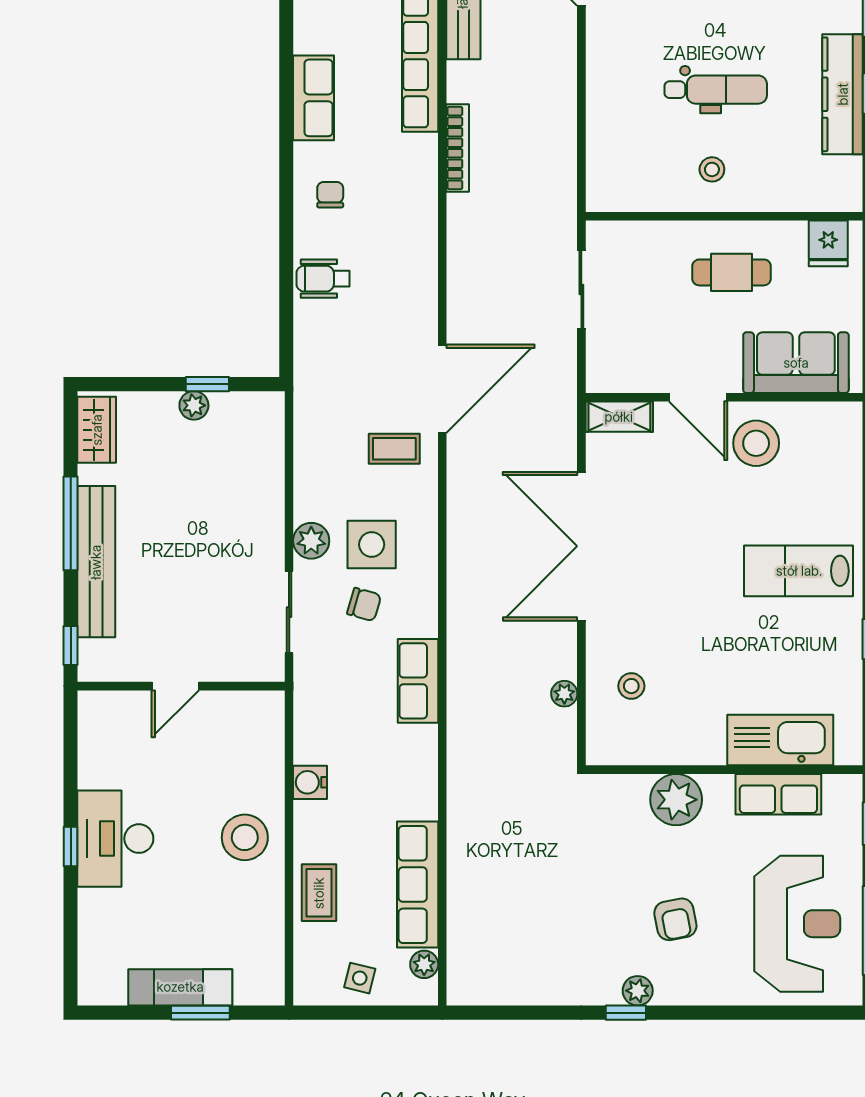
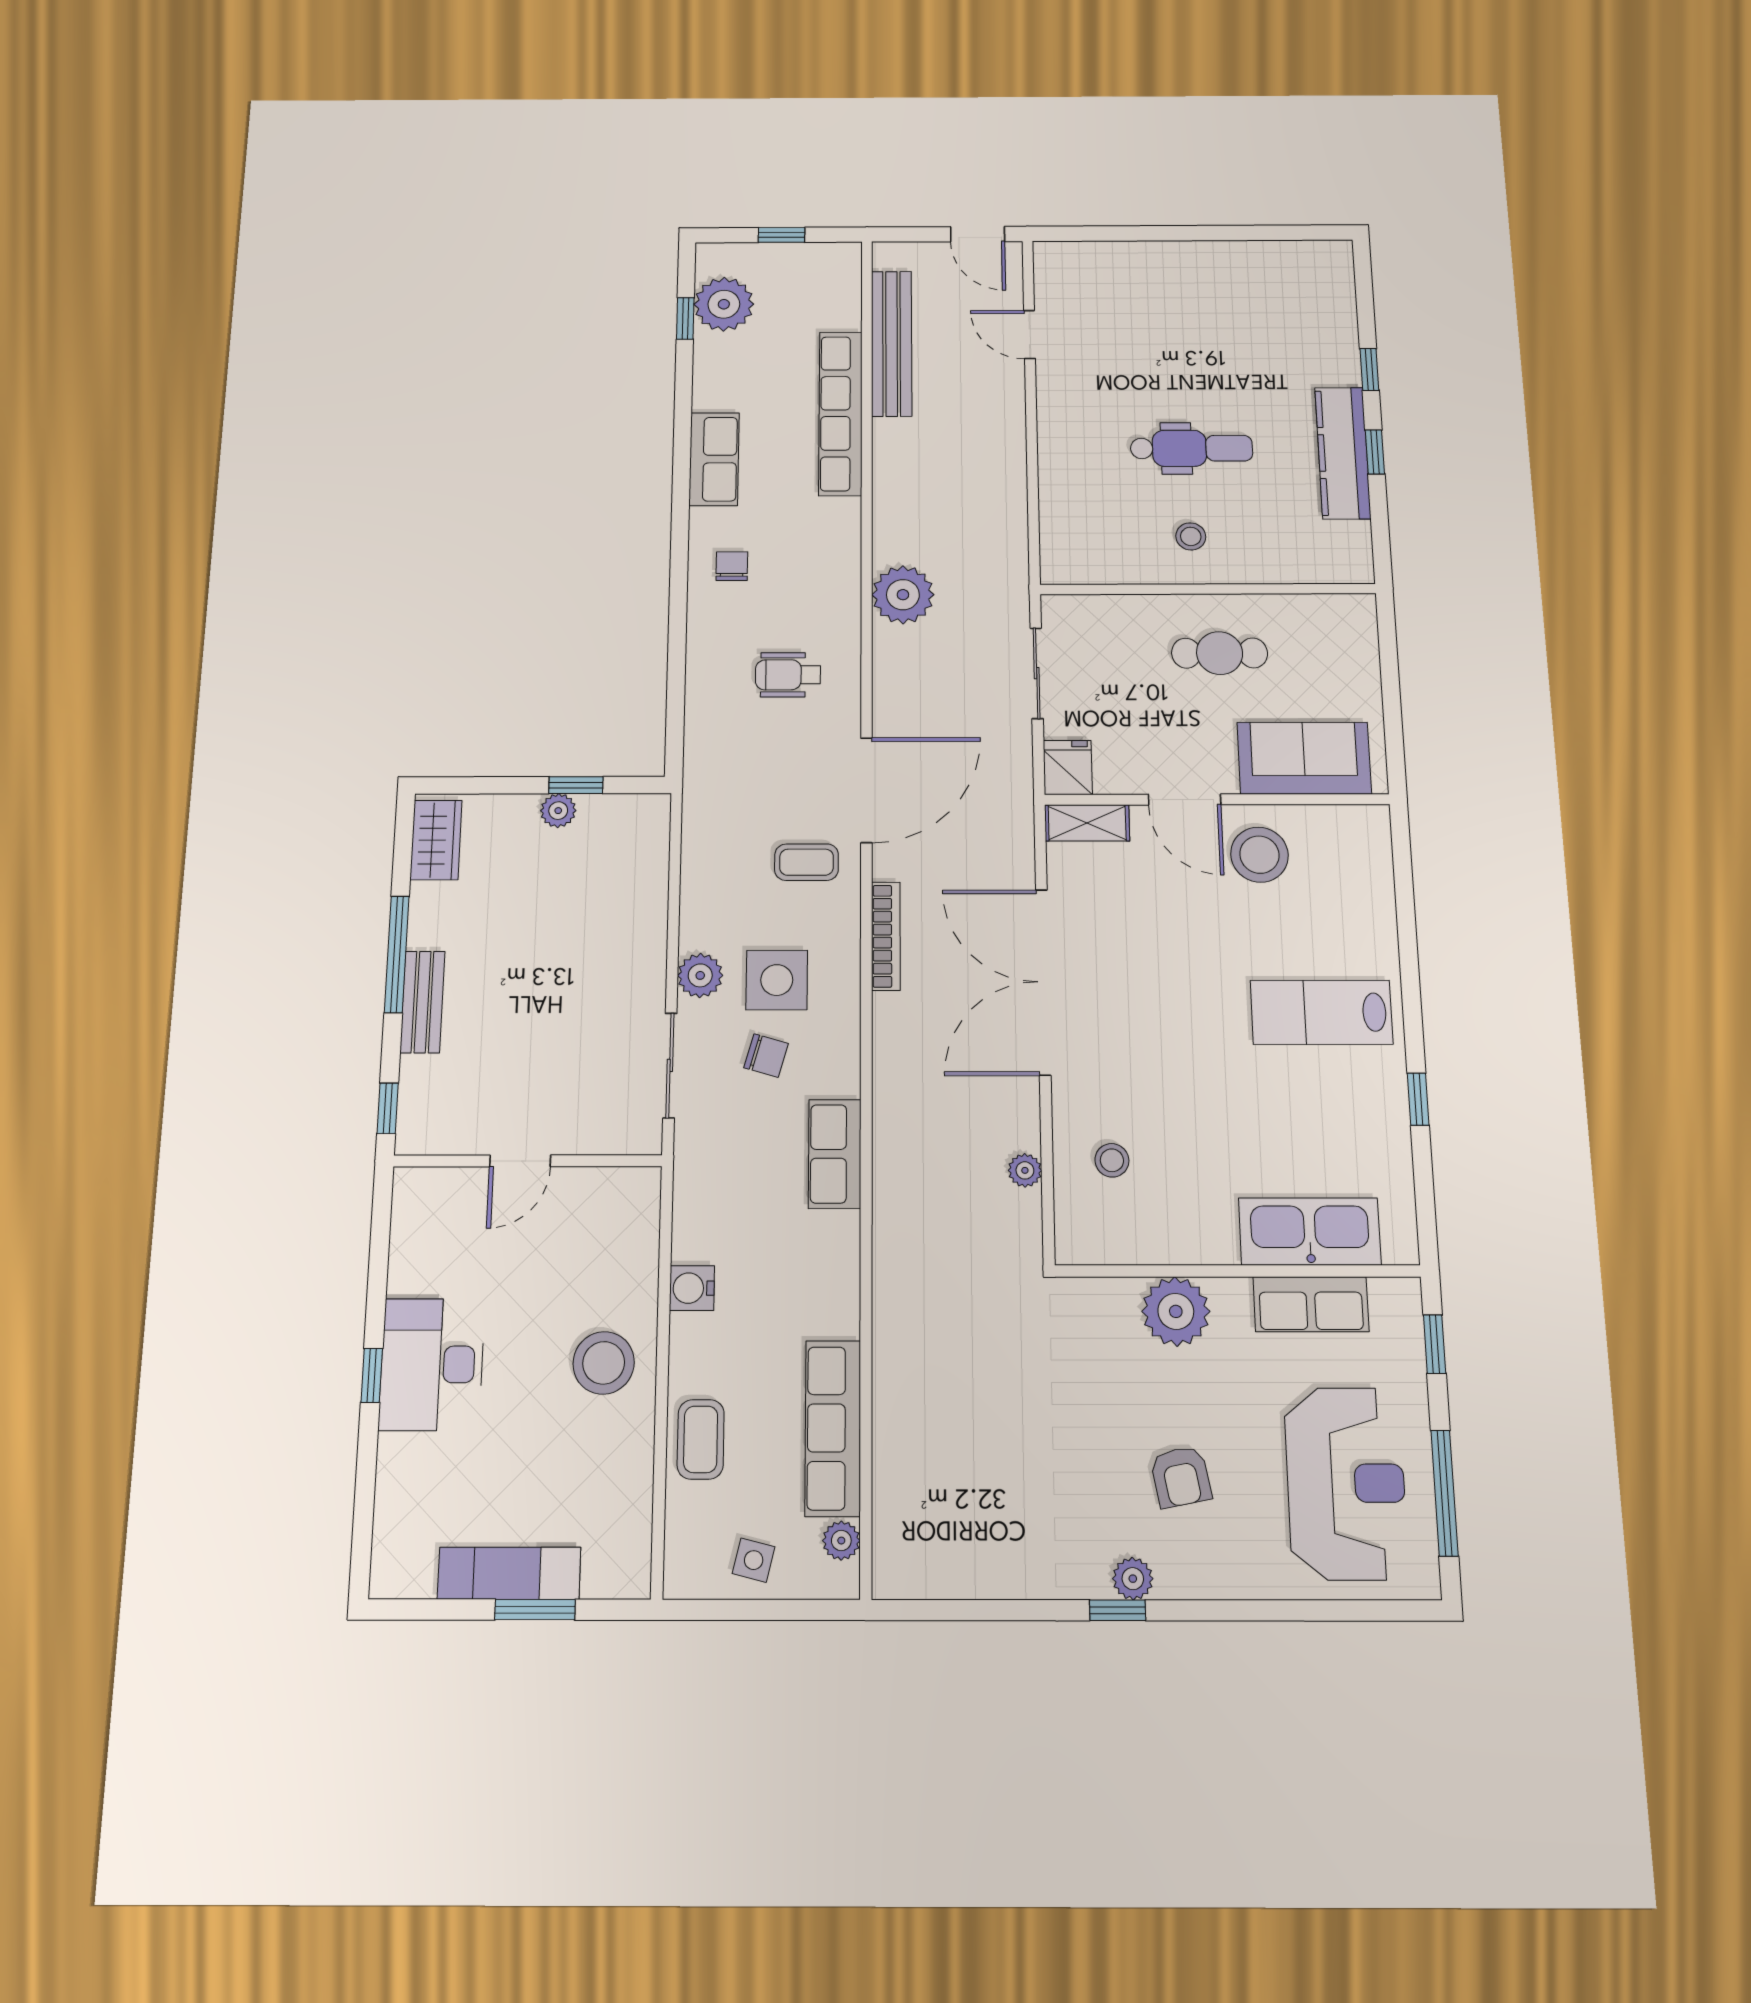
bookcase: (458, 148) -> (886, 936), moved
plant: (472, 221) -> (903, 595), added
fridge: (828, 243) -> (1068, 767), moved, turned 180
wheelchair: (323, 279) -> (788, 675), moved
bench: (96, 562) -> (422, 1002), width x0.54, depth x0.82

